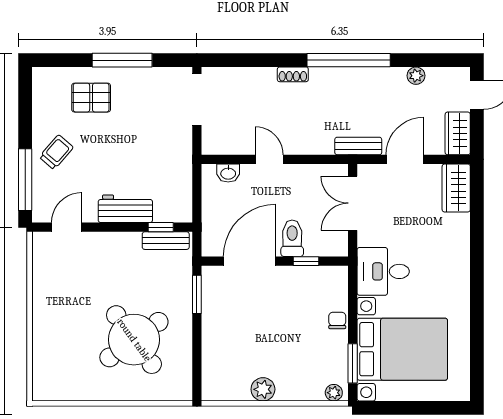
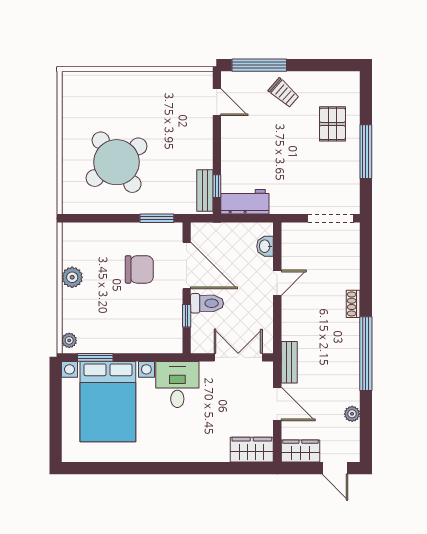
workbench: (125, 209) -> (245, 202), moved, turned -90
chair: (337, 320) -> (139, 269), moved, width x1.87, depth x1.87

